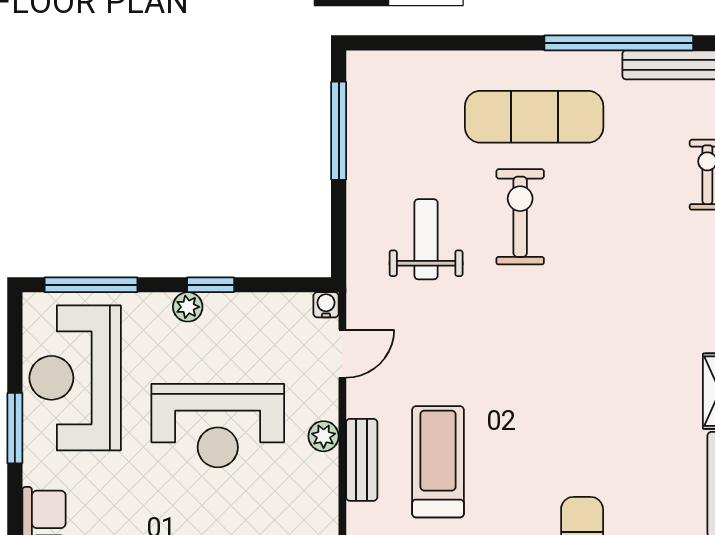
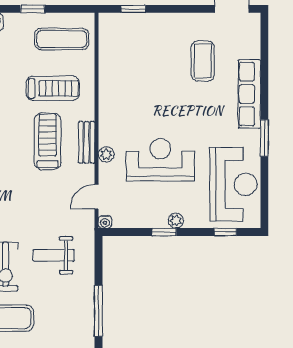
weight bench: (426, 239) -> (54, 255), turned 90
window: (91, 285) -> (225, 232), width x0.46
window: (15, 428) -> (264, 138), moved
treadmill: (438, 462) -> (48, 141), turned 180

